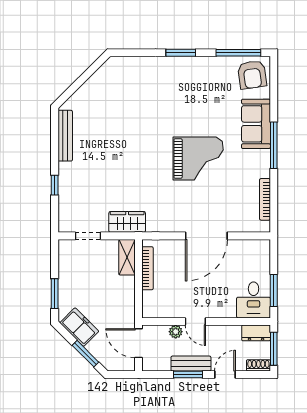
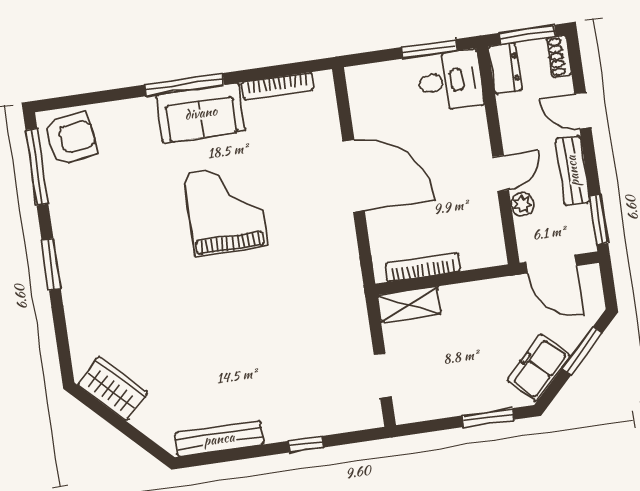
sofa: (256, 124) -> (201, 113), moved
wardrobe: (127, 222) -> (113, 389), moved, turned 135
door: (138, 343) -> (551, 264), hinge flipped
window: (188, 375) -> (599, 219), moved

